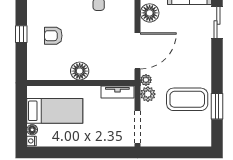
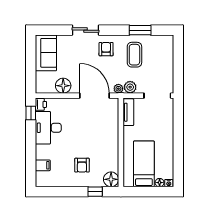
sliding door: (217, 23) -> (85, 30), moved
window: (21, 34) -> (95, 192), moved
armchair: (194, 65) -> (106, 49), added
floor lamp: (80, 71) -> (111, 179), moved
coffee table: (187, 99) -> (134, 55), width x0.73, depth x0.76

